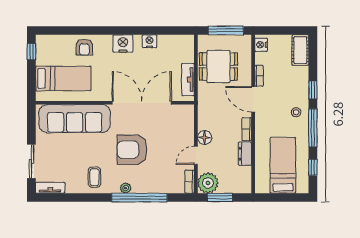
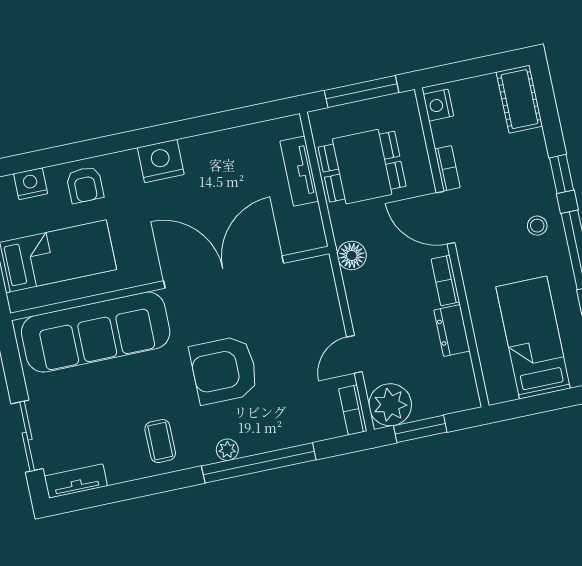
nightstand: (149, 41) -> (31, 184), moved
tv unit: (188, 80) -> (299, 171), moved
floor lamp: (205, 138) -> (352, 255), moved

